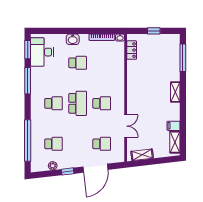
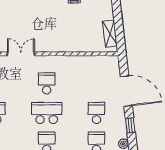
double door: (126, 126) -> (21, 54), moved
school desk: (102, 144) -> (96, 113), moved

